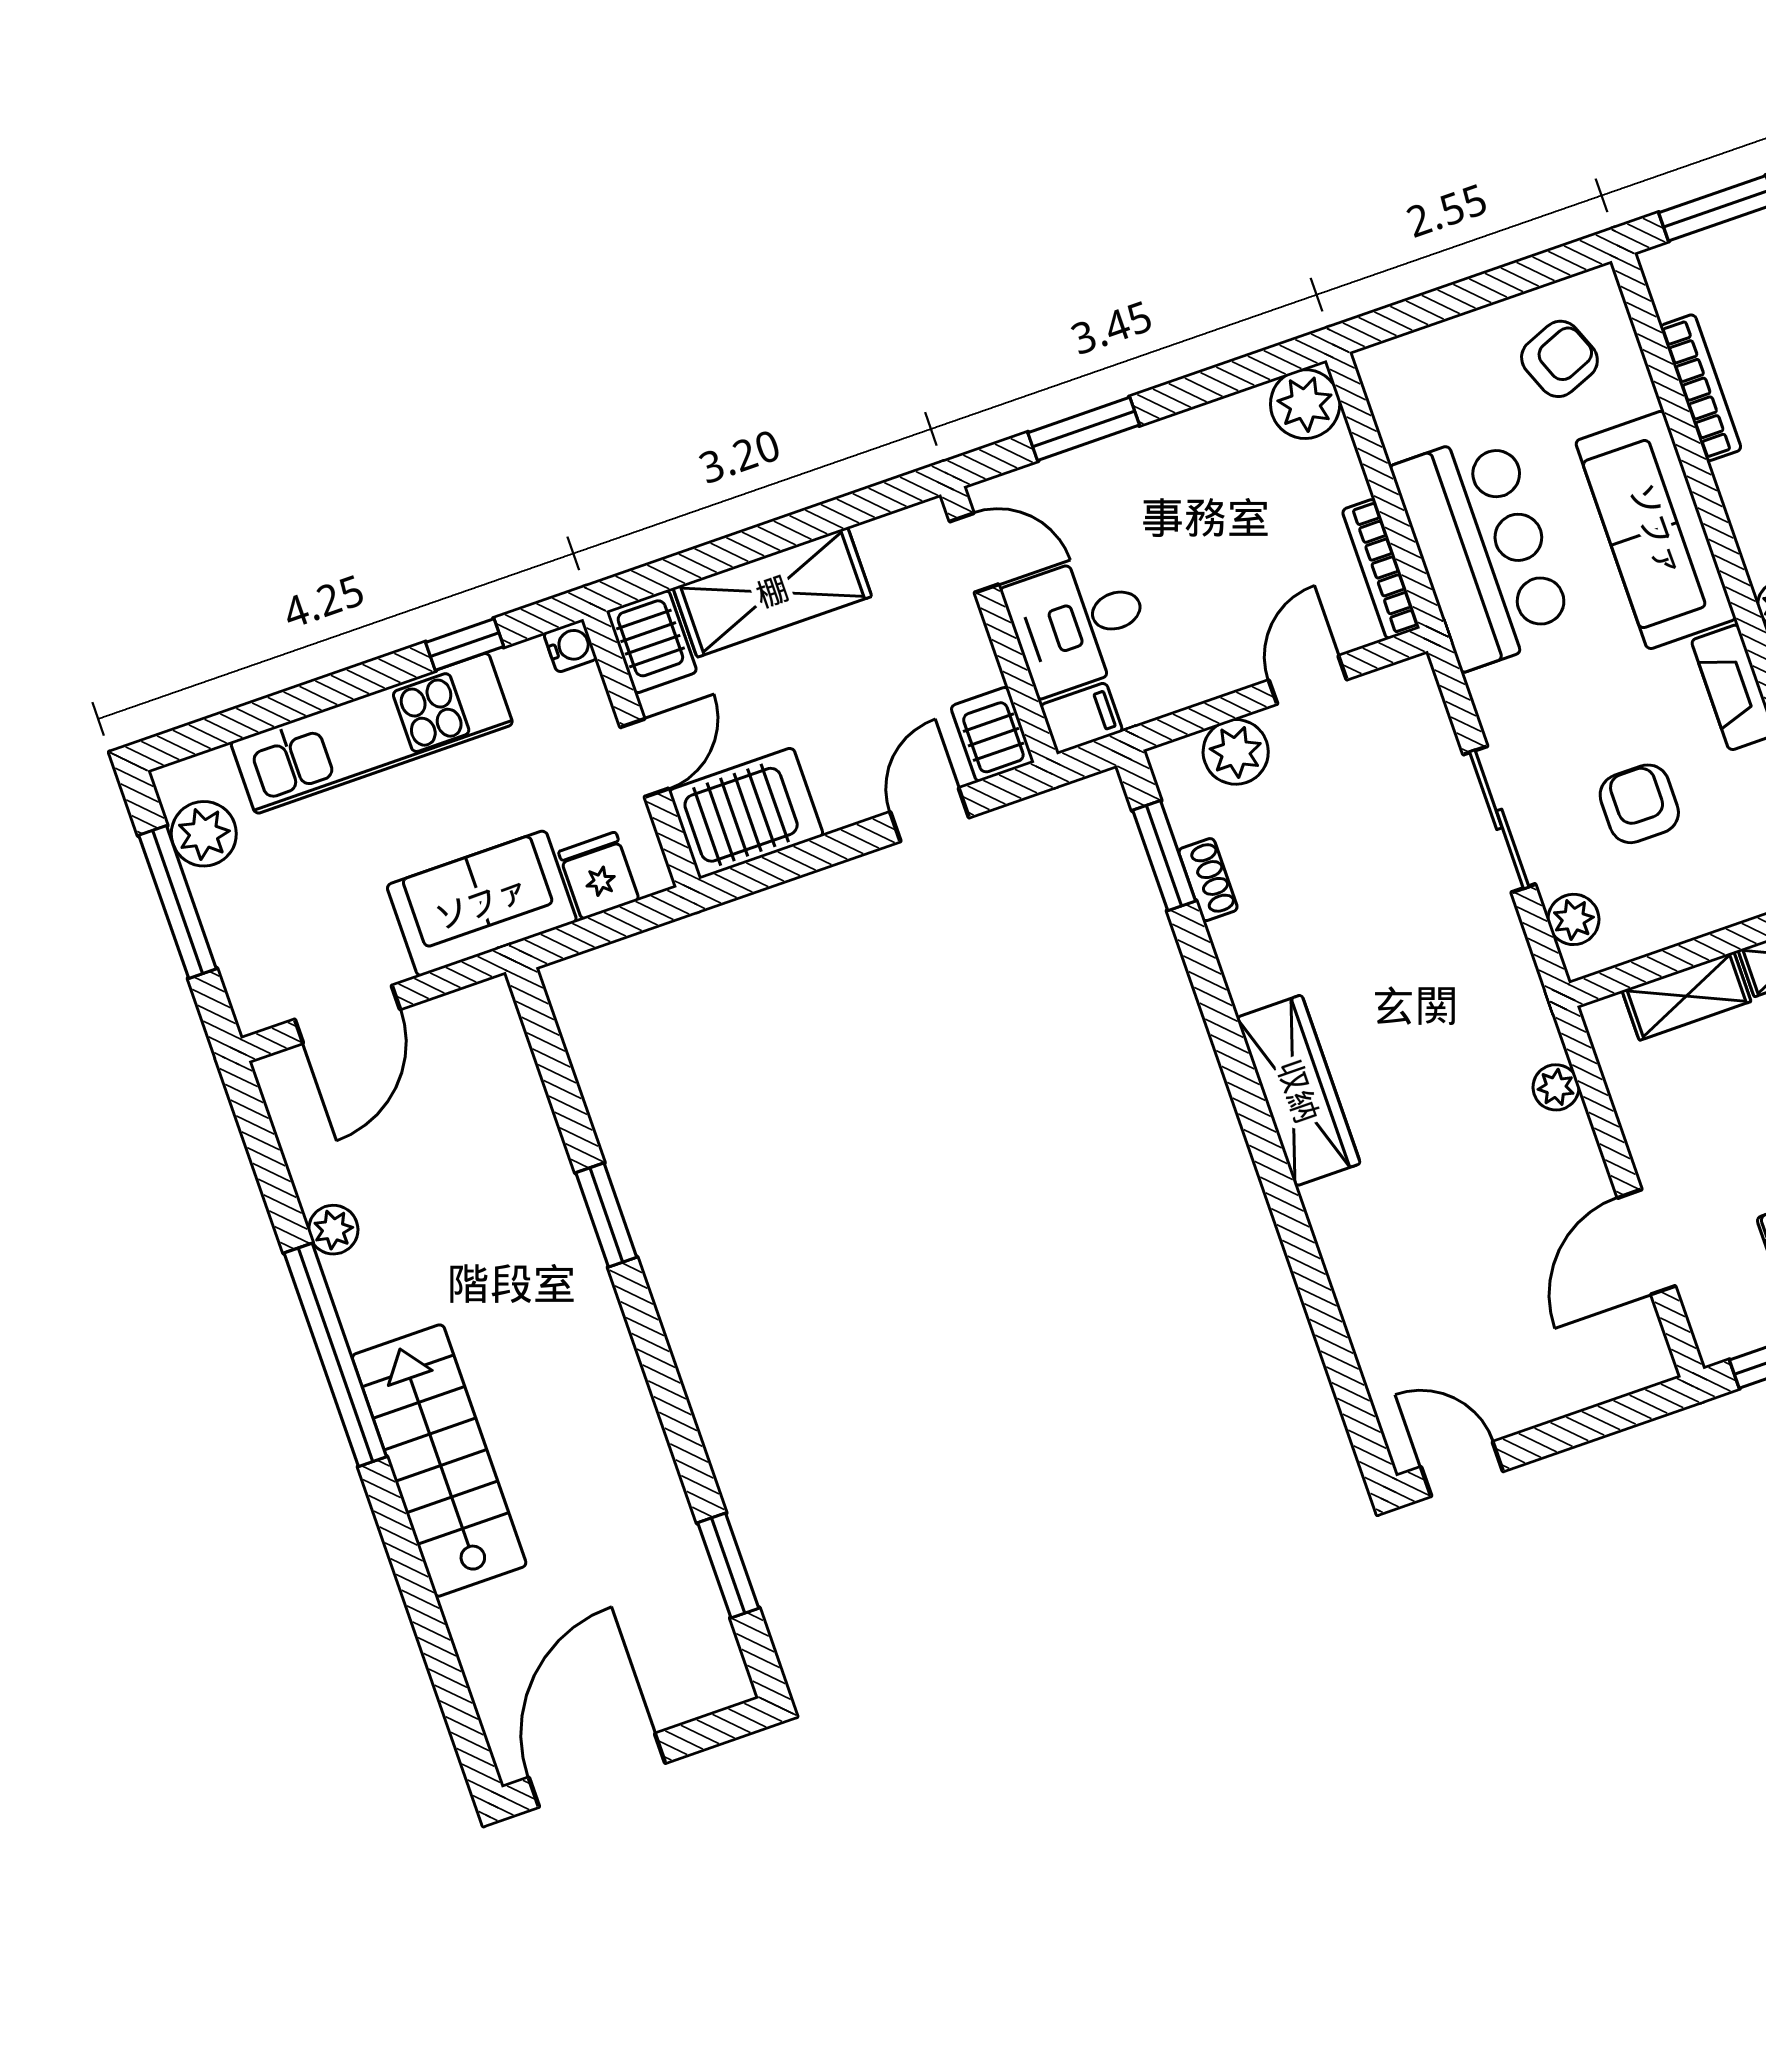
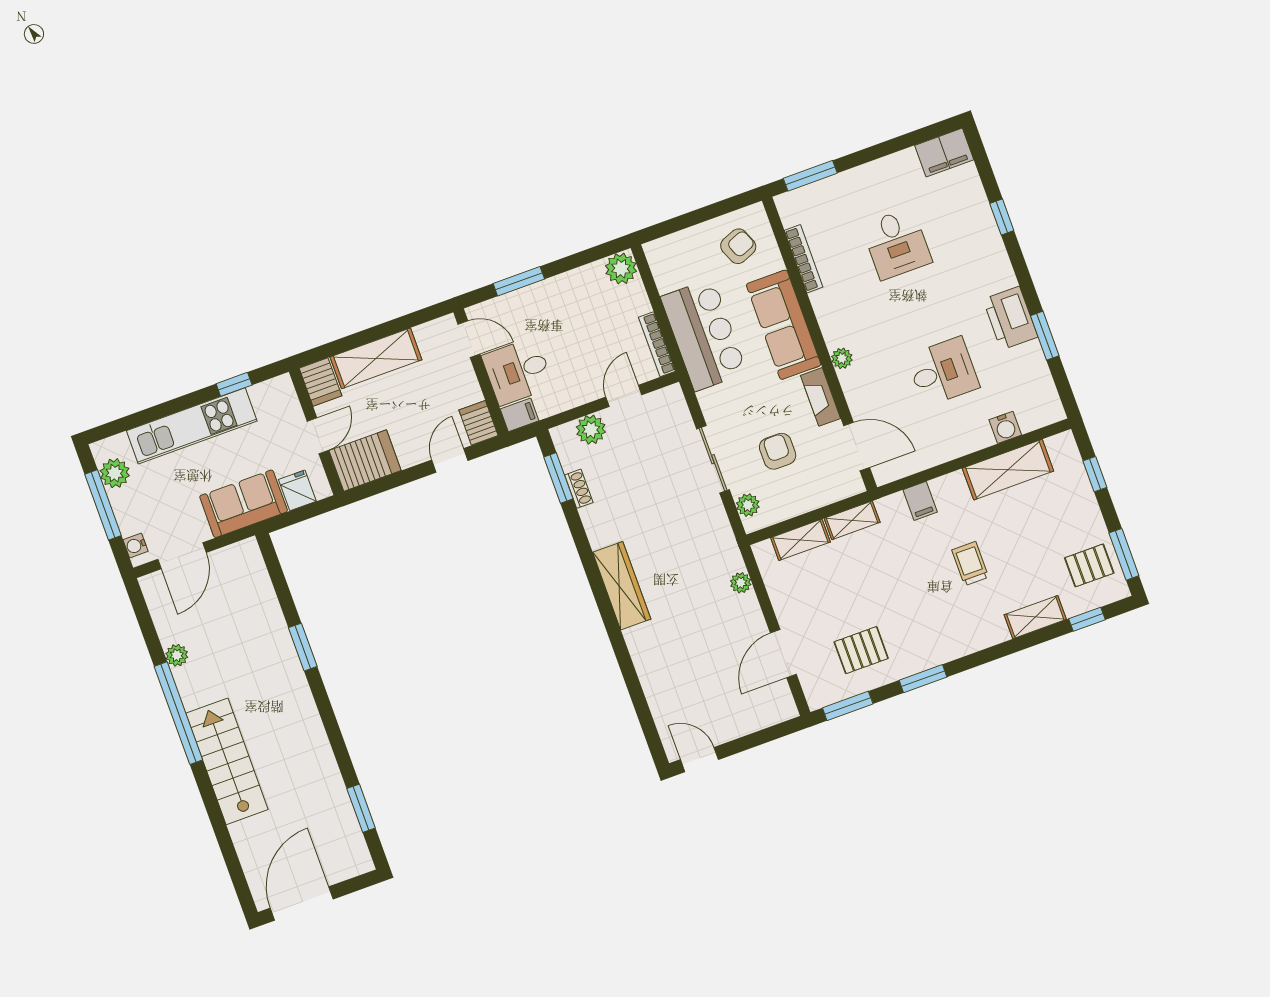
water cooler: (570, 646) -> (135, 545), moved, turned 180

